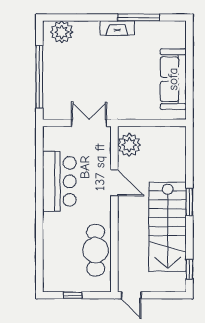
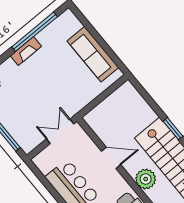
window: (139, 18) -> (35, 32), width x1.46
plant: (129, 145) -> (146, 179), moved

